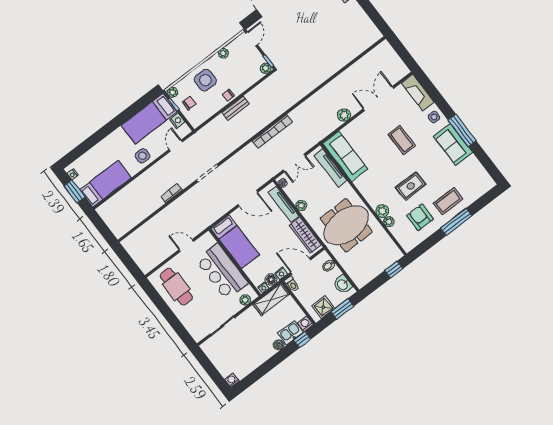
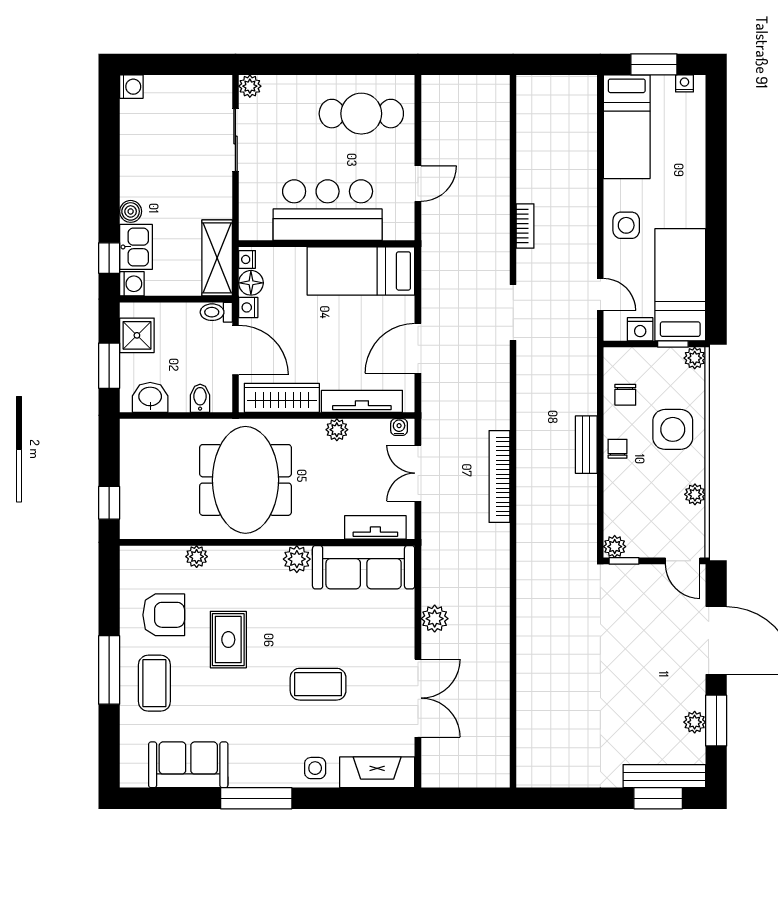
chair: (189, 103) -> (625, 395), moved
sofa: (453, 144) -> (188, 765), moved
tv unit: (330, 168) -> (375, 527), width x0.71
plant: (382, 211) -> (297, 559), moved
door: (301, 266) -> (235, 350), hinge flipped
plant: (245, 300) -> (250, 86), moved

